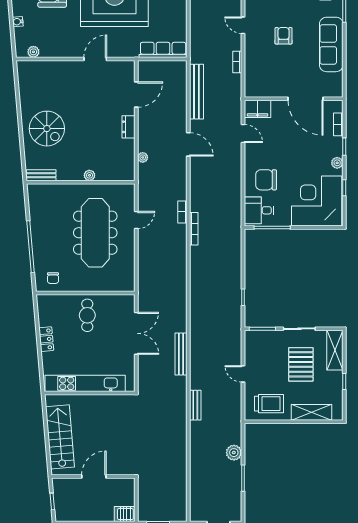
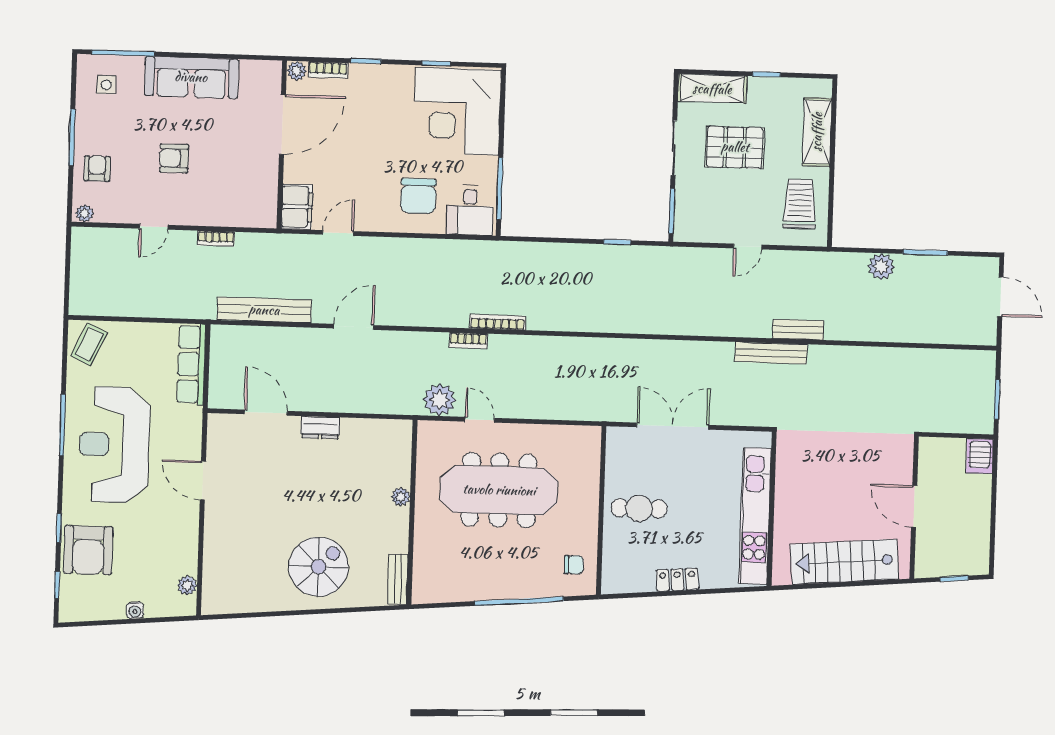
plant: (143, 157) -> (440, 400), moved, width x1.88, depth x1.88
plant: (337, 163) -> (297, 71), moved
bench: (181, 354) -> (771, 353), moved

